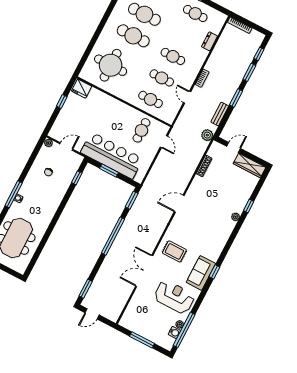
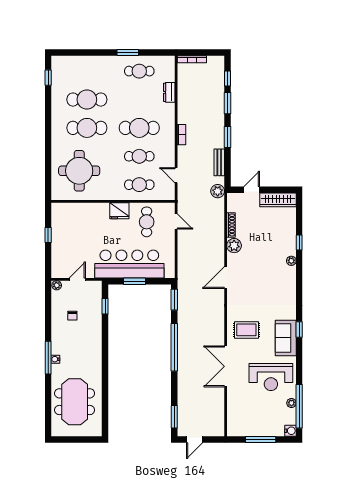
cafe table: (173, 56) -> (139, 128), width x1.37, depth x1.35
fridge: (82, 89) -> (119, 211), moved
door: (187, 97) -> (176, 175), moved
plant: (198, 183) -> (234, 246), added
reception desk: (174, 297) -> (271, 377), turned 180
water cooler: (174, 332) -> (290, 431), moved

